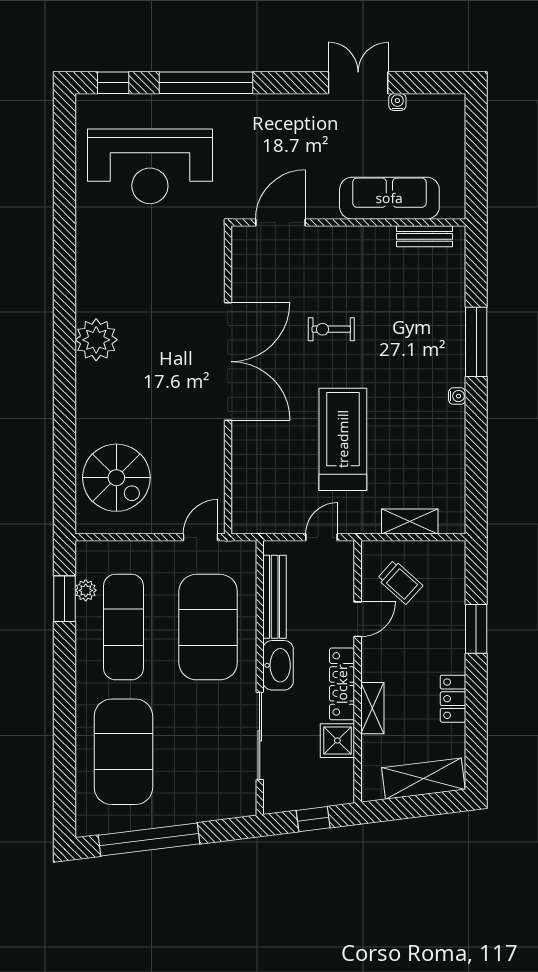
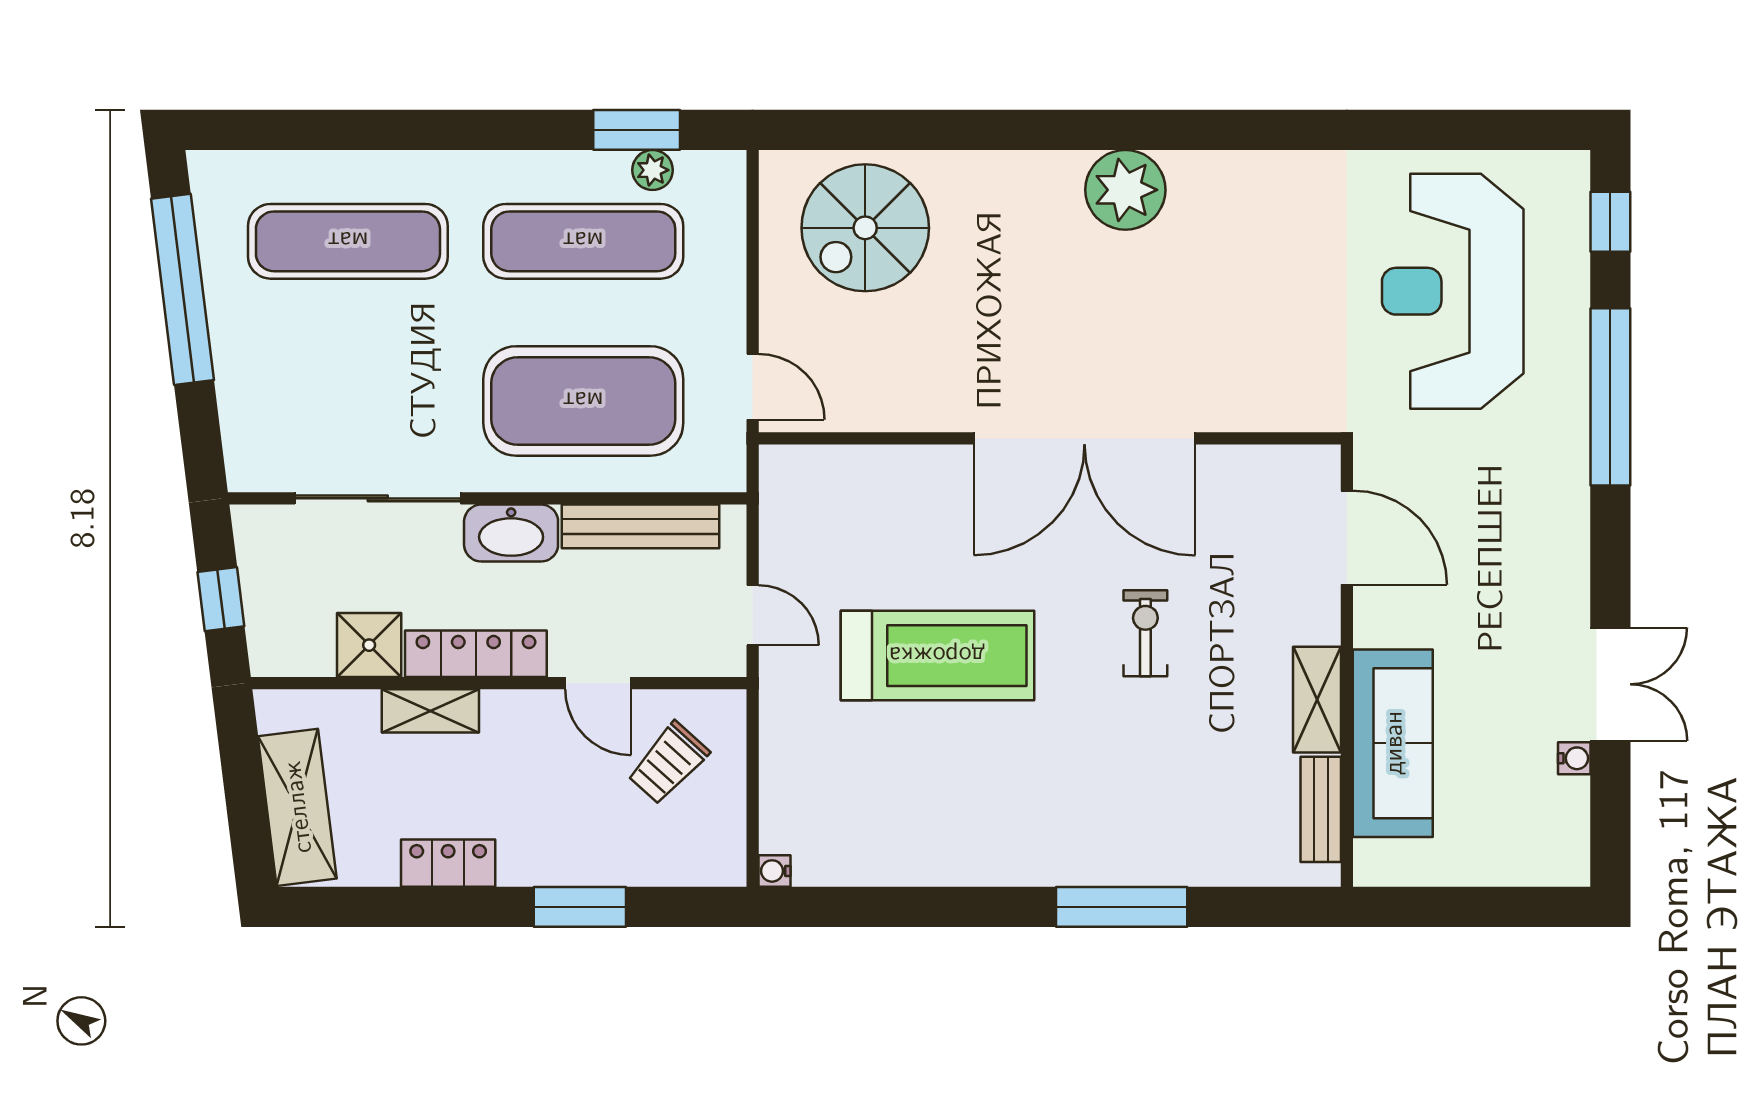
water cooler: (457, 396) -> (775, 871), moved, turned 90
shelving: (410, 522) -> (1317, 700), moved
exercise mat: (123, 752) -> (348, 241), width x0.68

